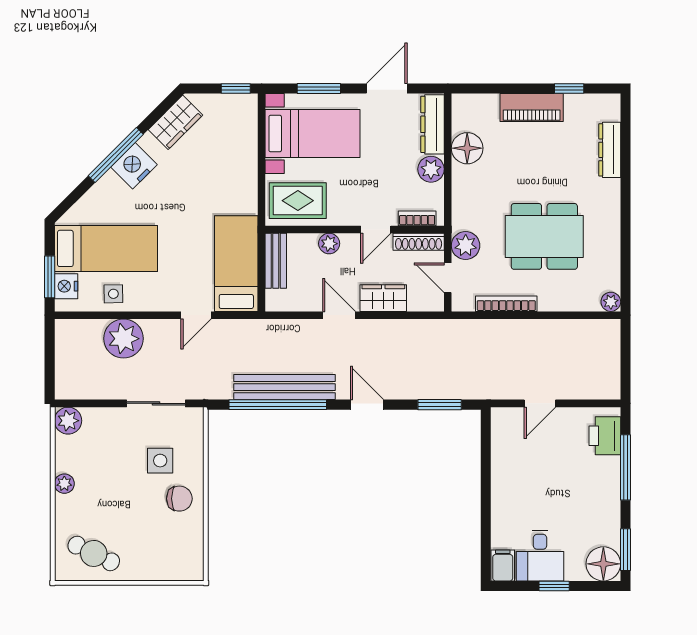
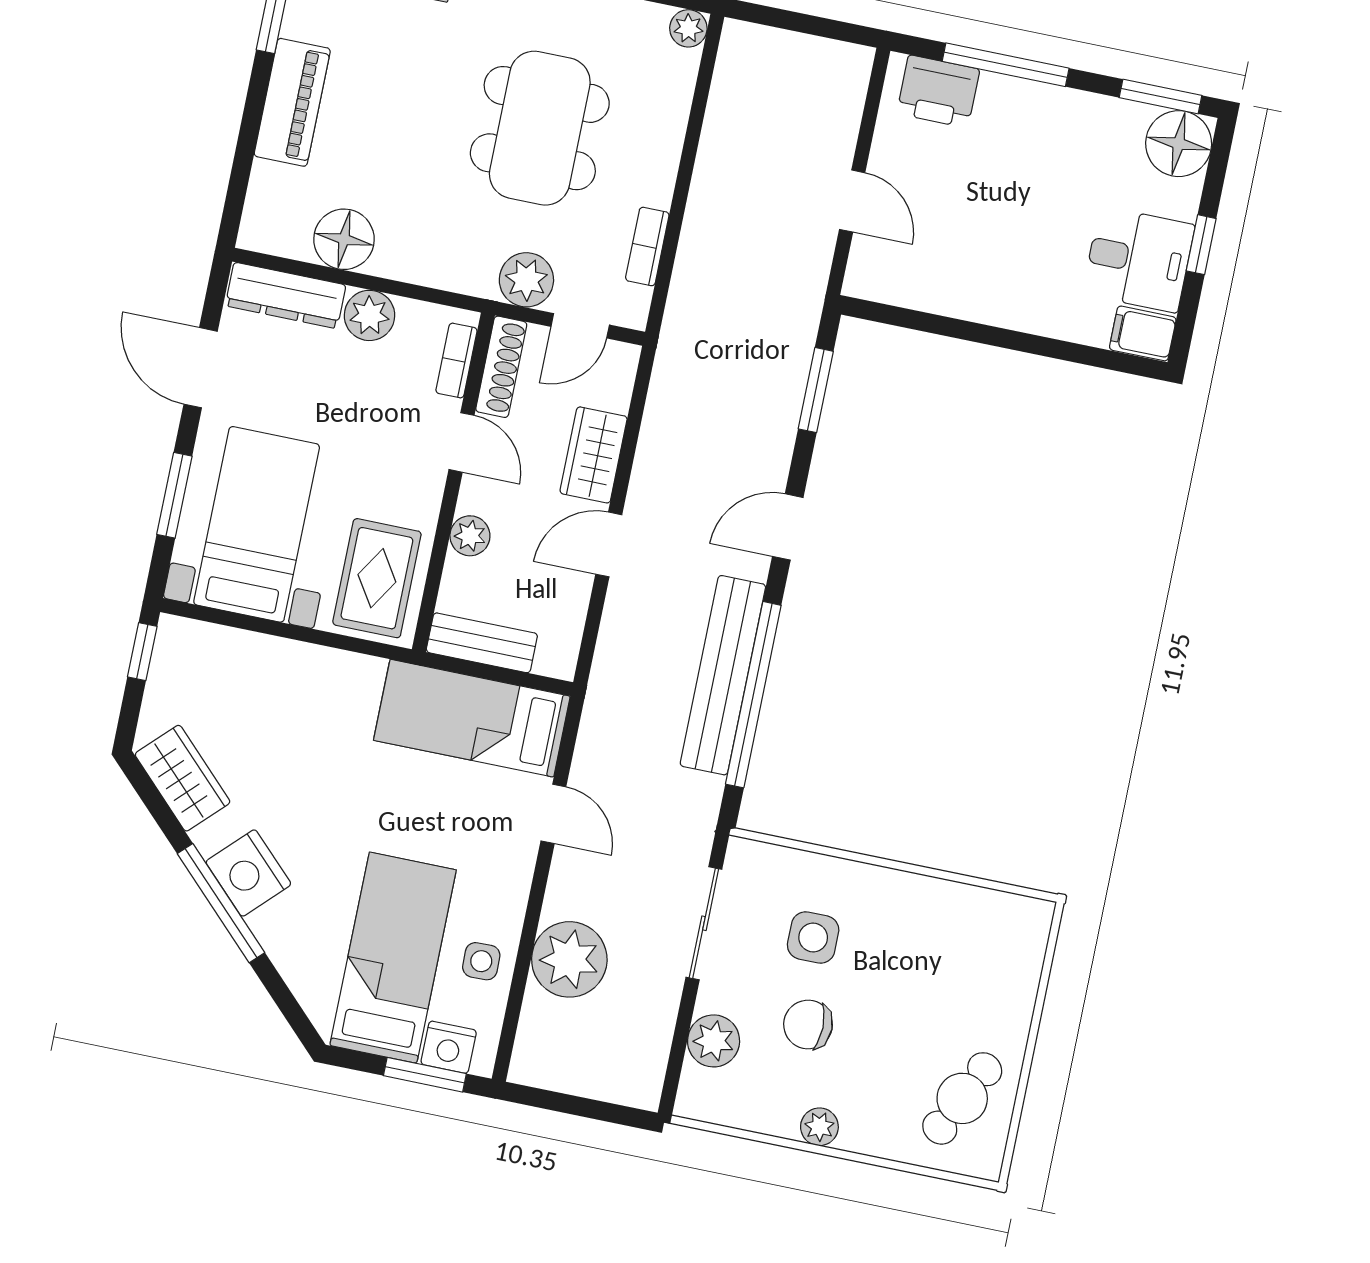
bookcase: (506, 304) -> (647, 246), width x0.64
plant: (68, 421) -> (714, 1041), moved
chair: (179, 499) -> (808, 1025), moved, turned -90

